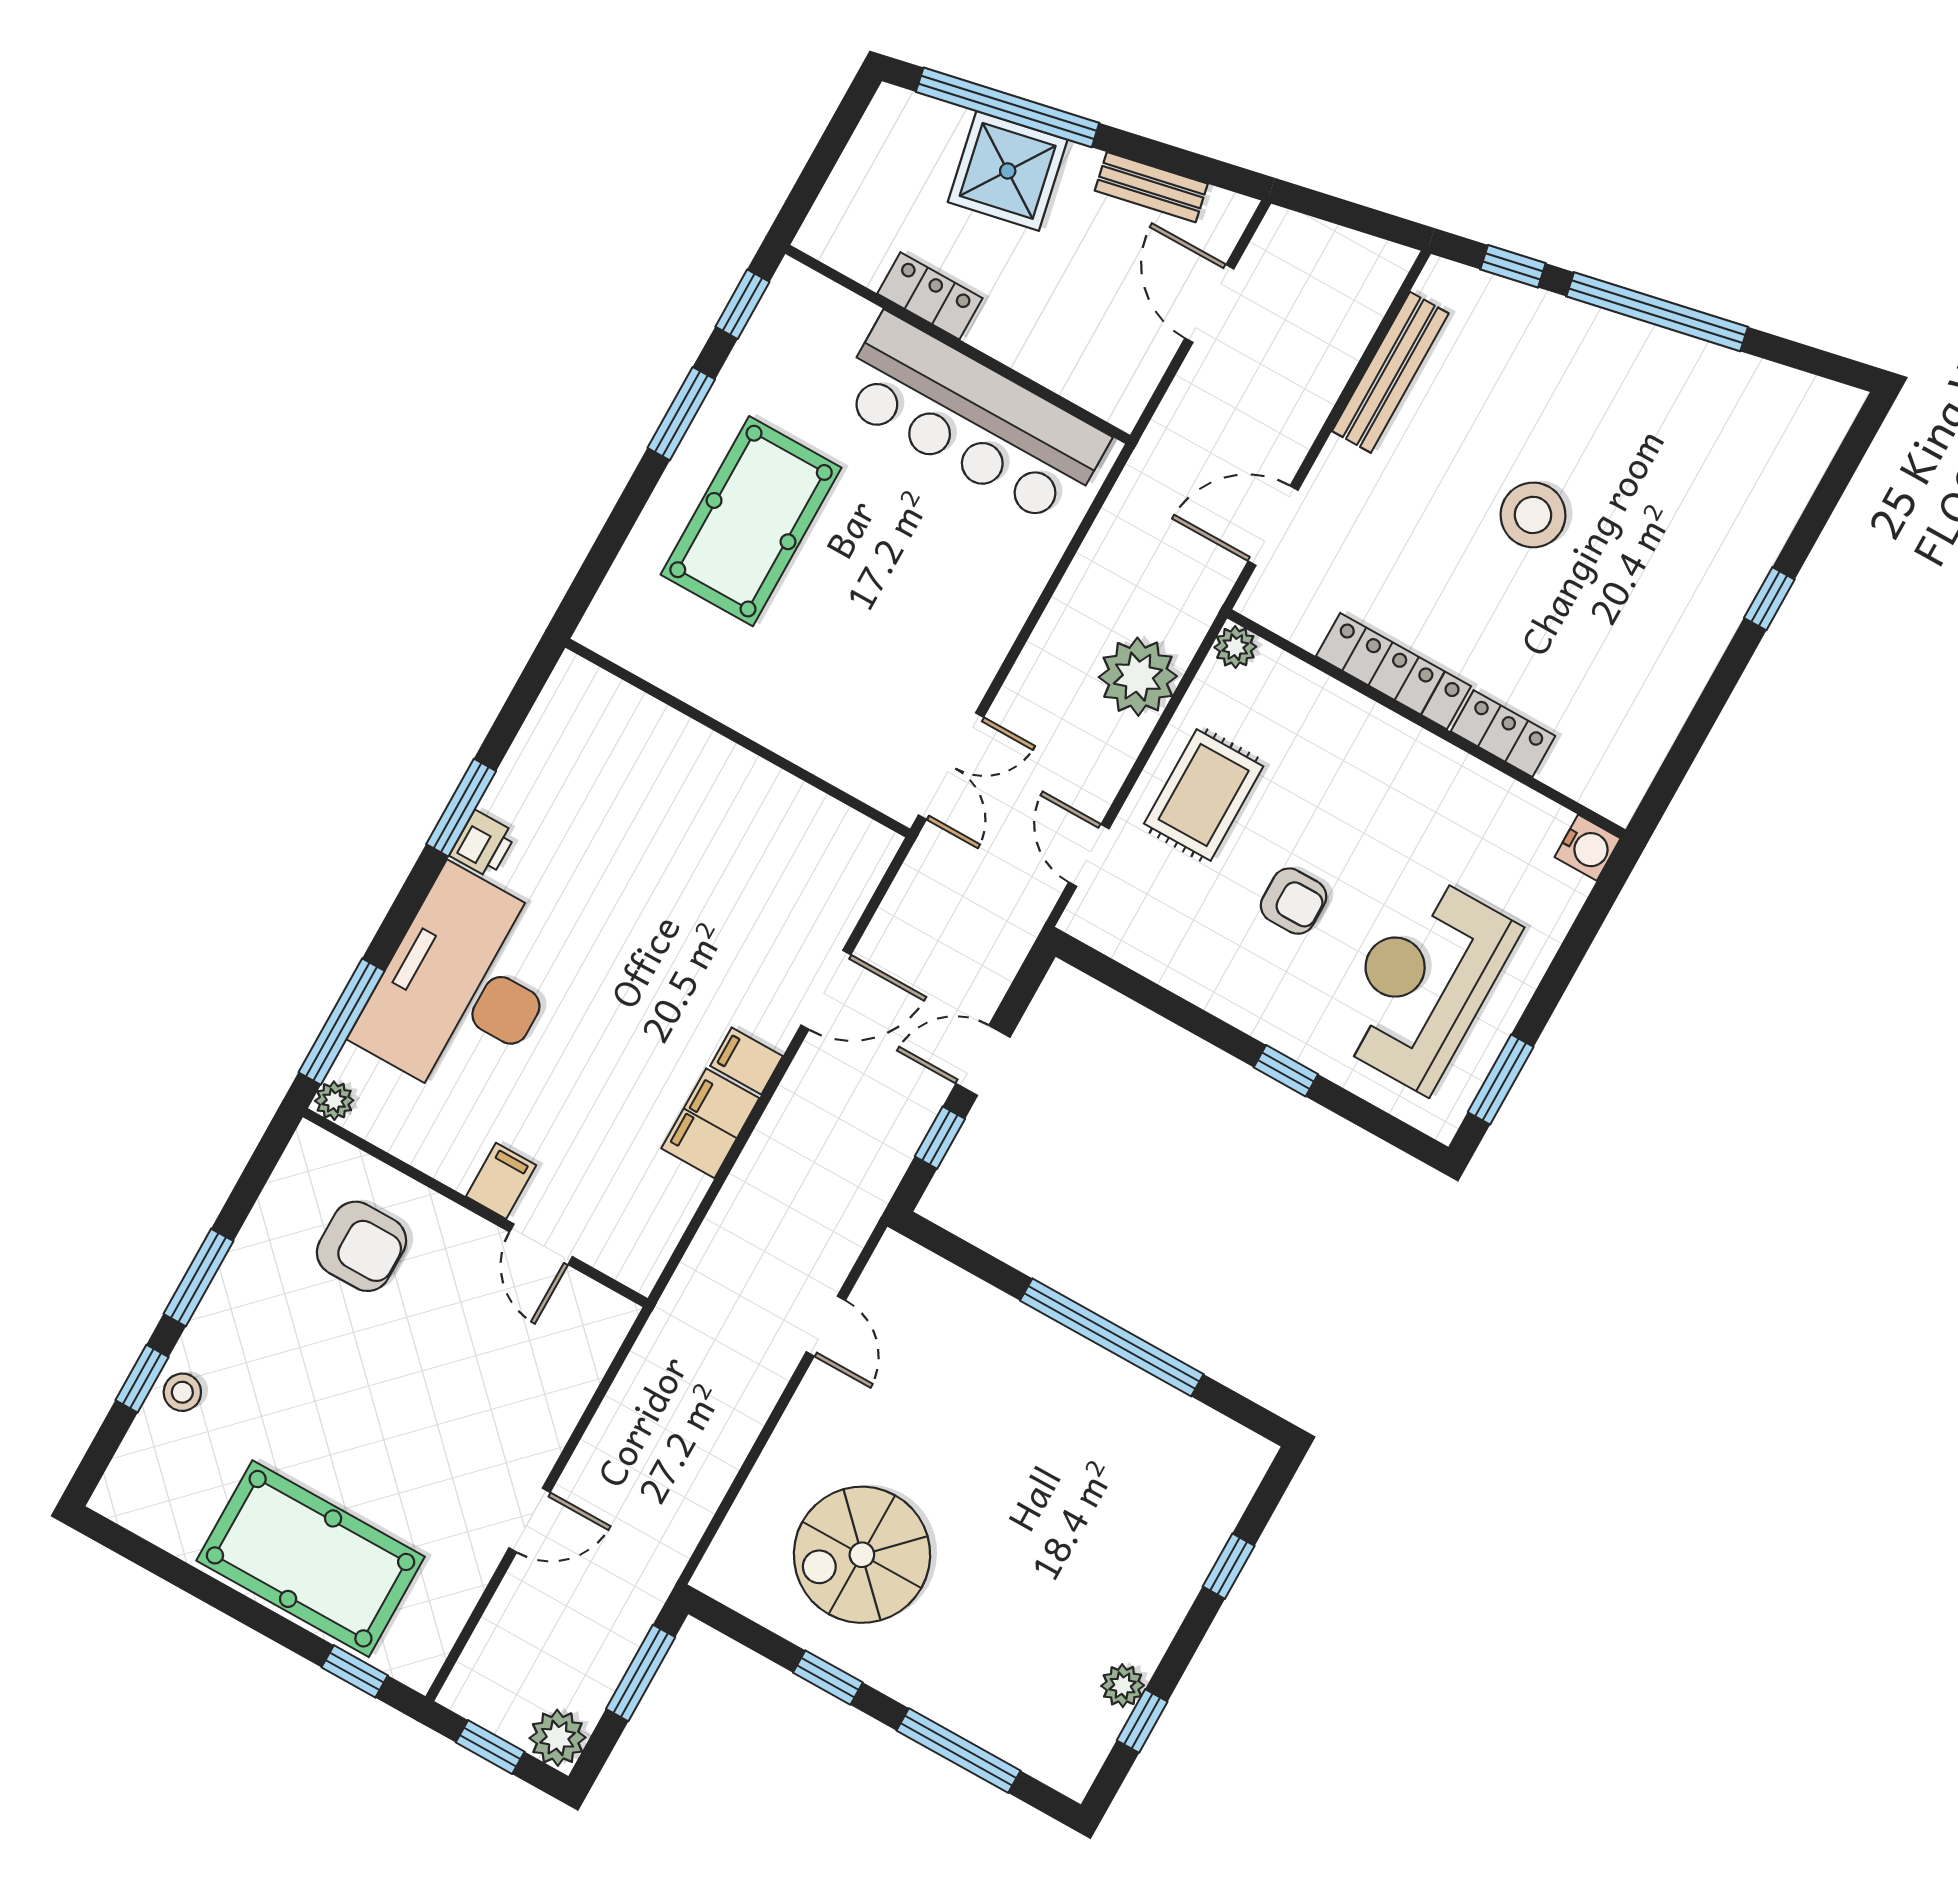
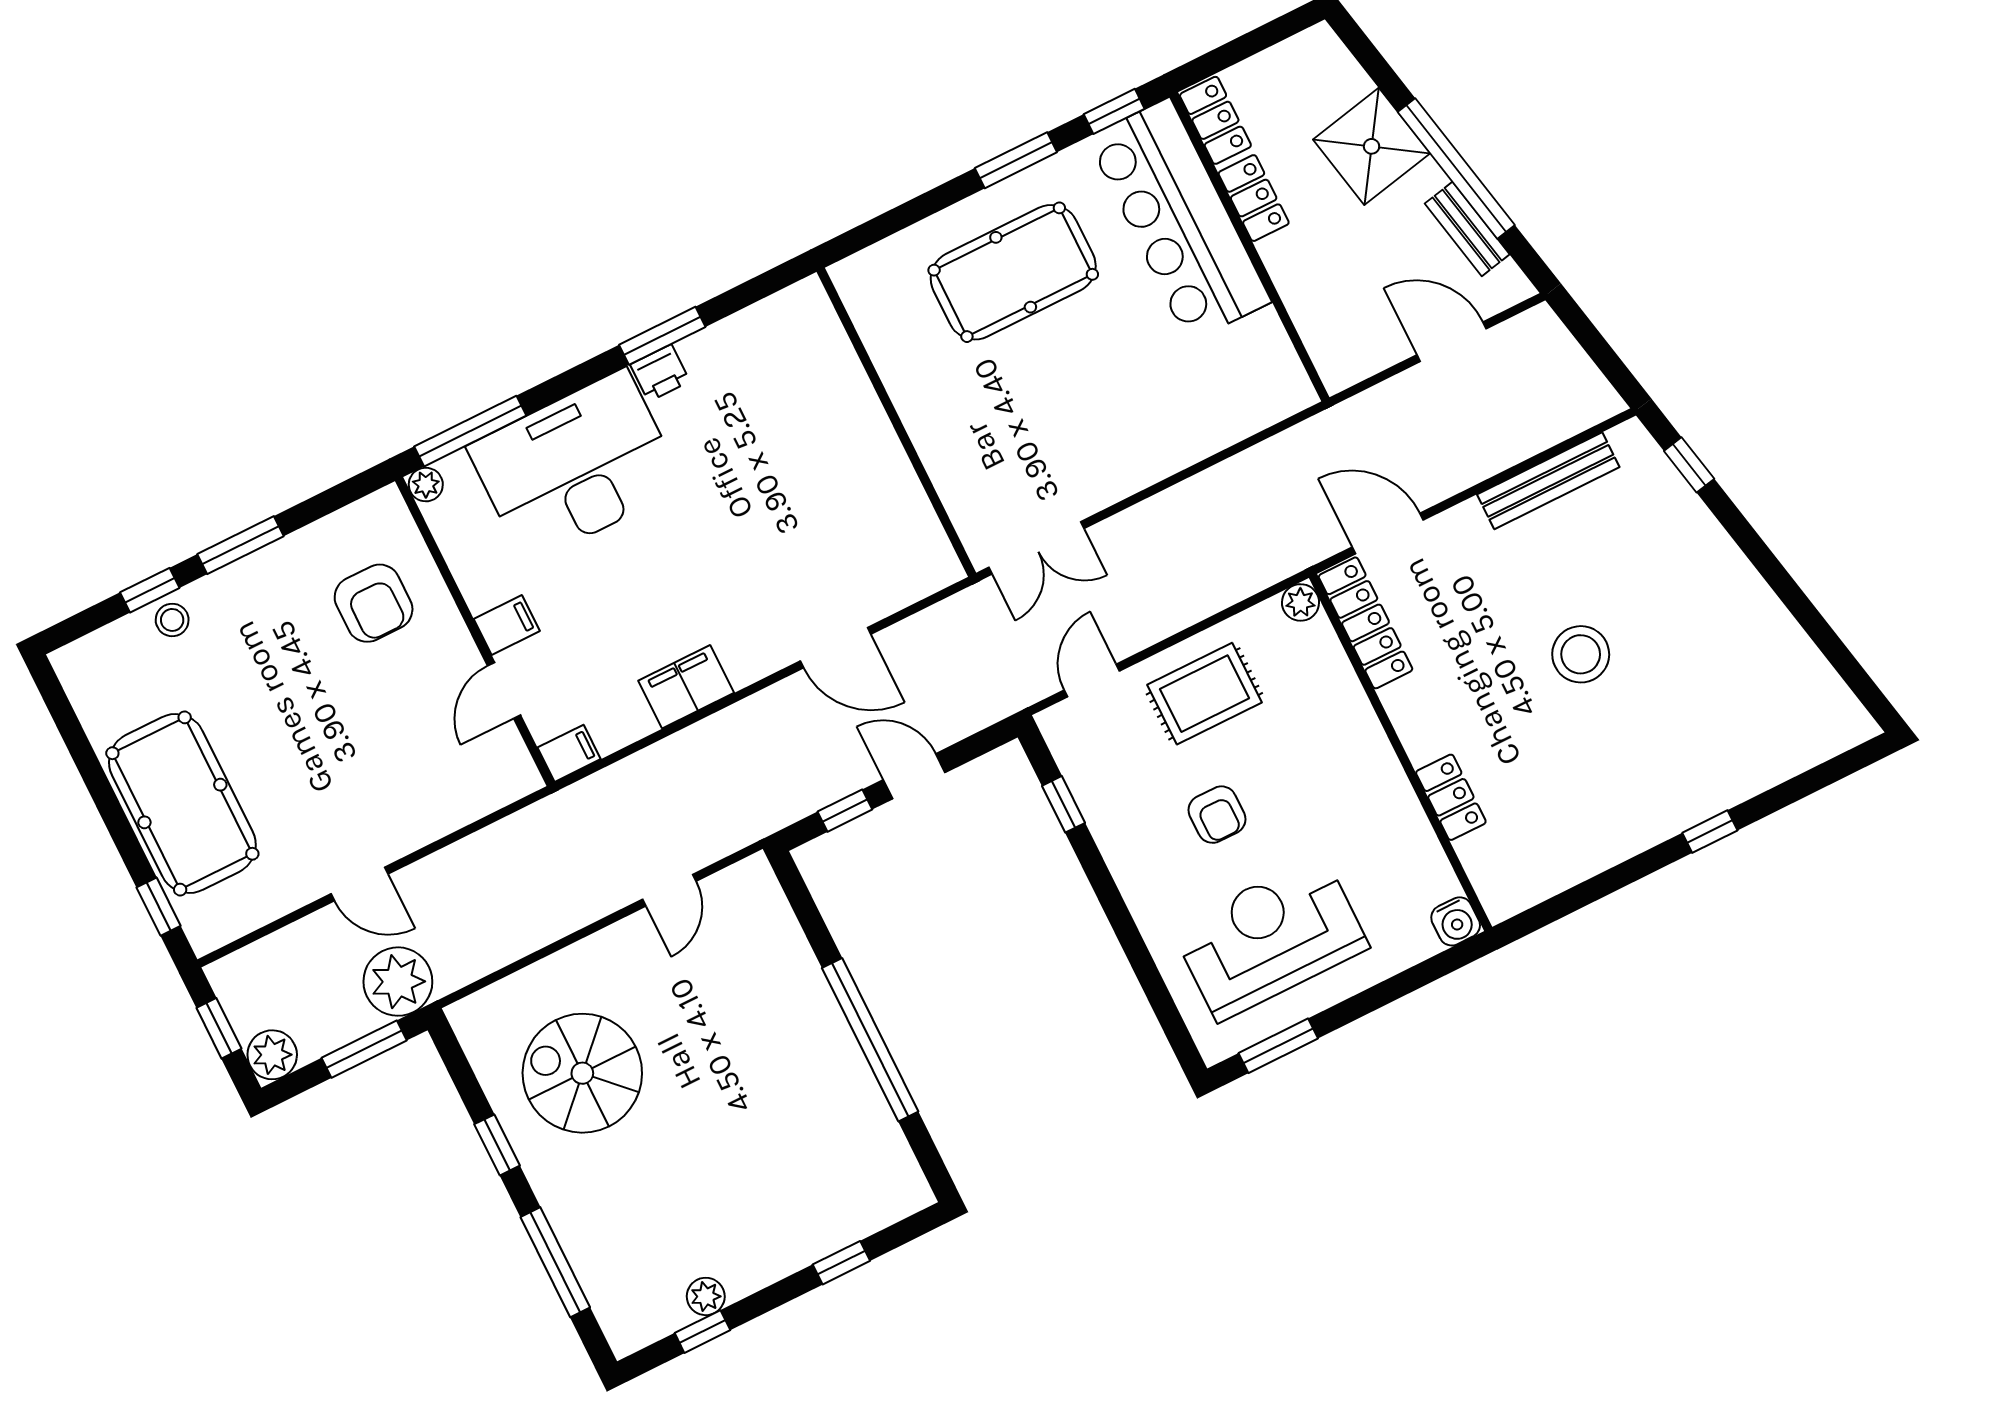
window: (1008, 107) -> (1456, 168), moved
locker: (844, 247) -> (1215, 120), added
door: (1209, 304) -> (1452, 342), hinge flipped
window: (1657, 312) -> (1771, 569), removed
bar counter: (972, 420) -> (1179, 220), moved
locker: (1394, 671) -> (1365, 623), moved
plant: (1138, 677) -> (398, 982), moved
filing cabinet: (747, 1061) -> (569, 753), moved, turned 90
window: (1286, 1071) -> (1064, 804), moved

